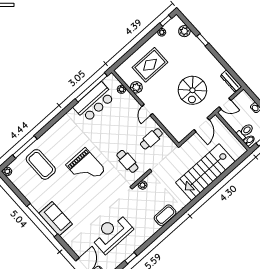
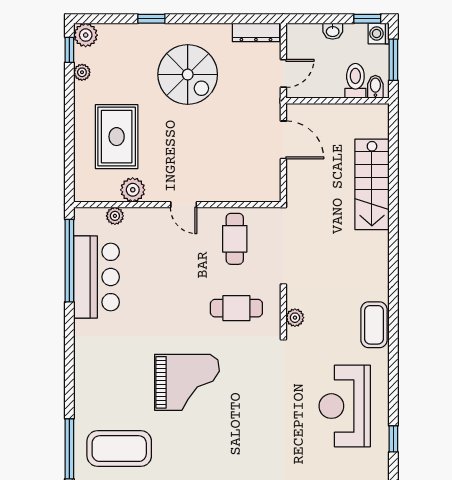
plant: (184, 31) -> (86, 35), moved
spiral stairs: (192, 90) -> (188, 75), moved
stairs: (205, 172) -> (372, 184), width x0.73, depth x0.66
reception desk: (112, 233) -> (345, 406), moved

